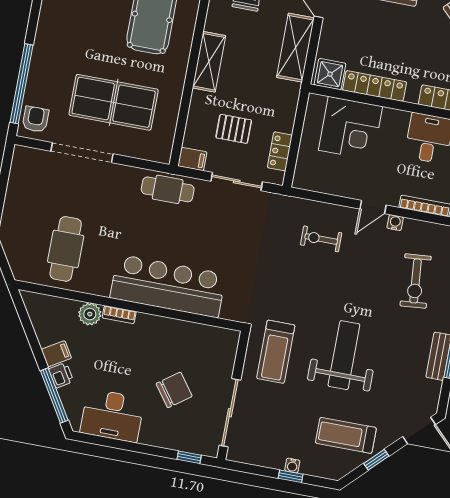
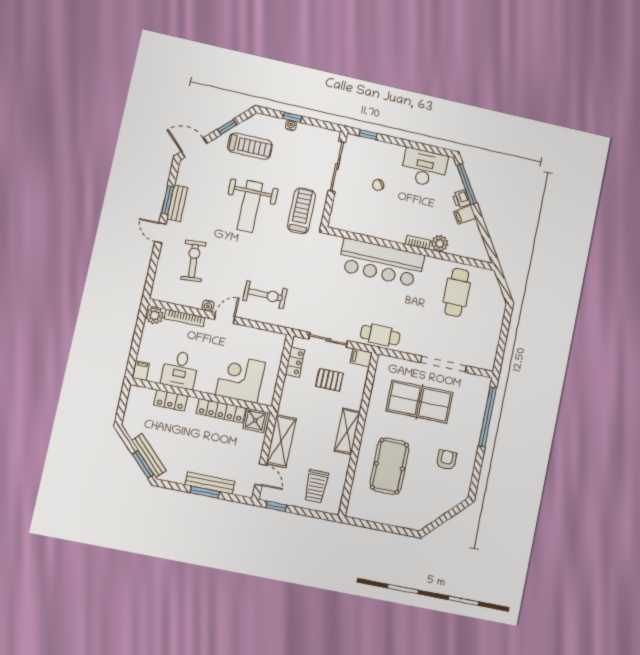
armchair: (36, 119) -> (447, 460), moved, turned 180
exercise bike: (321, 239) -> (265, 295), width x1.38, depth x1.39
chair: (174, 390) -> (378, 185), width x0.54, depth x0.54

